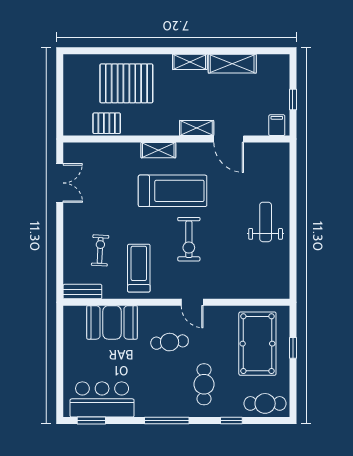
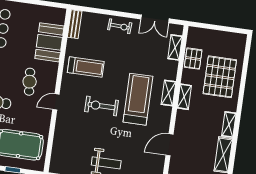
shelving: (197, 128) -> (184, 97), moved
shelving: (95, 150) -> (175, 47), added
treadmill: (173, 191) -> (138, 99), turned 180
exercise bike: (100, 250) -> (120, 26), moved

